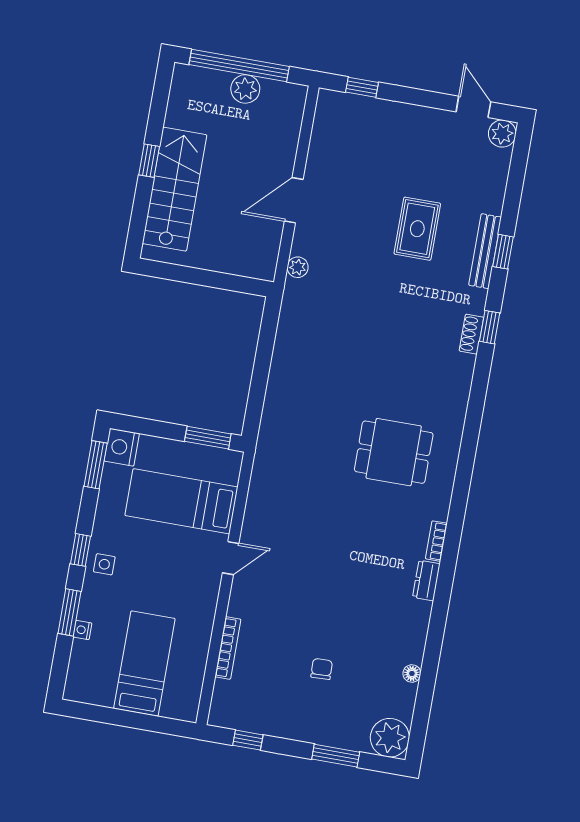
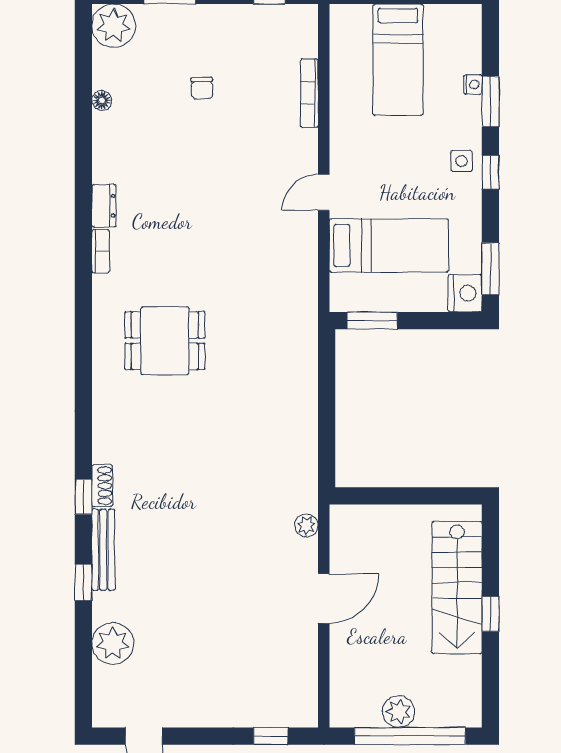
plant: (502, 134) -> (113, 643), moved, width x1.36, depth x1.36
rug: (417, 229) -> (182, 591), removed
bench: (485, 251) -> (103, 550), moved

